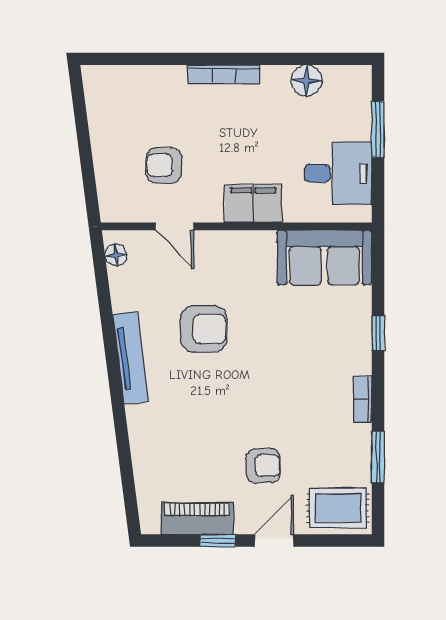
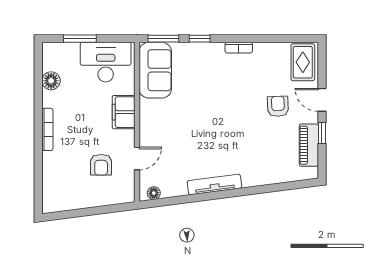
desk: (338, 173) -> (106, 62), width x1.37
armchair: (204, 329) -> (197, 141), removed
window: (378, 457) -> (163, 39), moved

